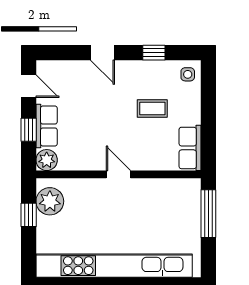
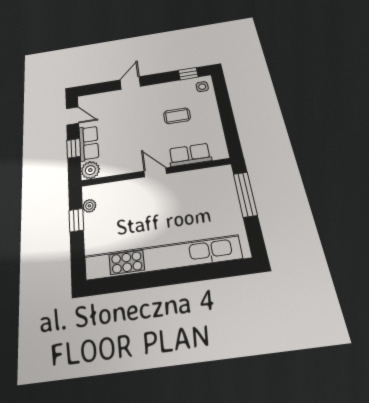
door: (102, 53) -> (130, 83), swing flipped
window: (154, 53) -> (188, 74), moved
row of seats: (190, 148) -> (190, 155), moved, turned 90
plant: (50, 201) -> (89, 206), width x0.53, depth x0.53

